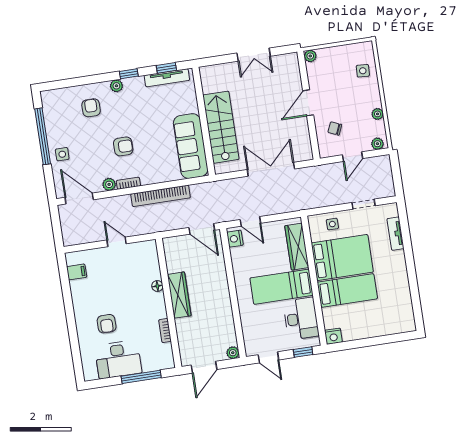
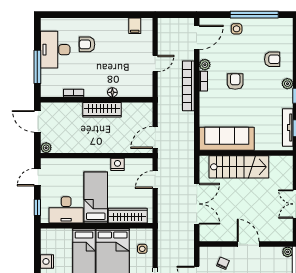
armchair: (123, 146) -> (235, 81), turned 180
bookcase: (161, 196) -> (188, 86), moved
nightstand: (235, 239) -> (117, 164), moved
nightstand: (333, 336) -> (47, 261), moved

